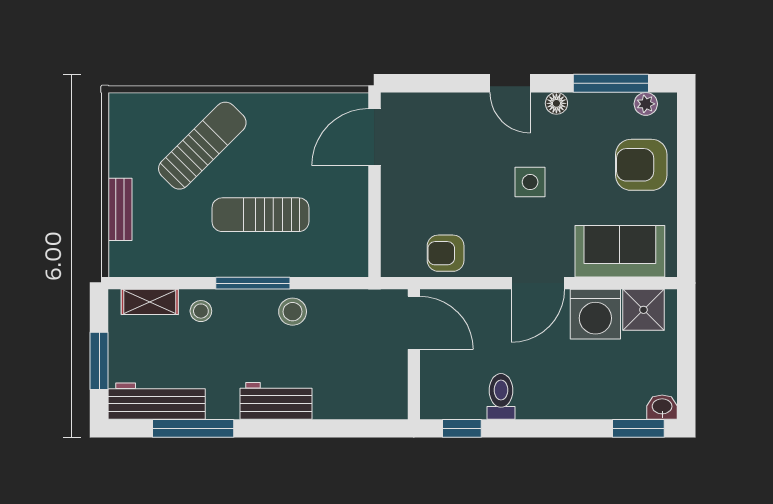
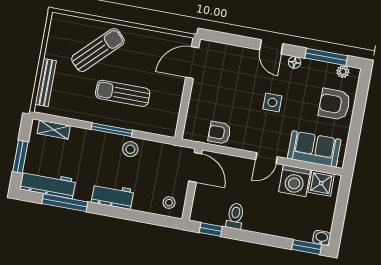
bench: (120, 209) -> (46, 83), width x1.36
door: (538, 283) -> (266, 158), width x0.73
stool: (201, 311) -> (169, 203), moved

